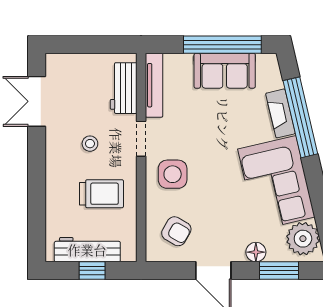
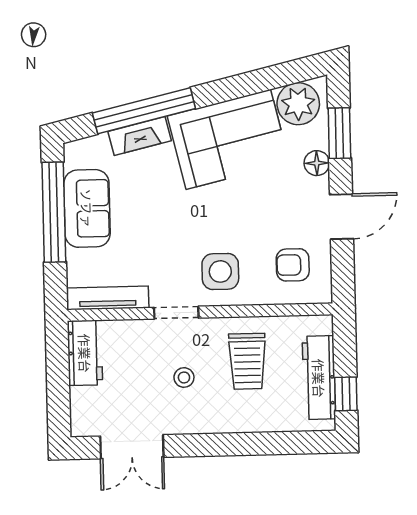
workbench: (124, 88) -> (85, 353), moved, turned -90
trolley: (101, 194) -> (247, 361), turned 180
armchair: (176, 231) -> (293, 265), turned -120
window: (92, 270) -> (346, 394), moved

